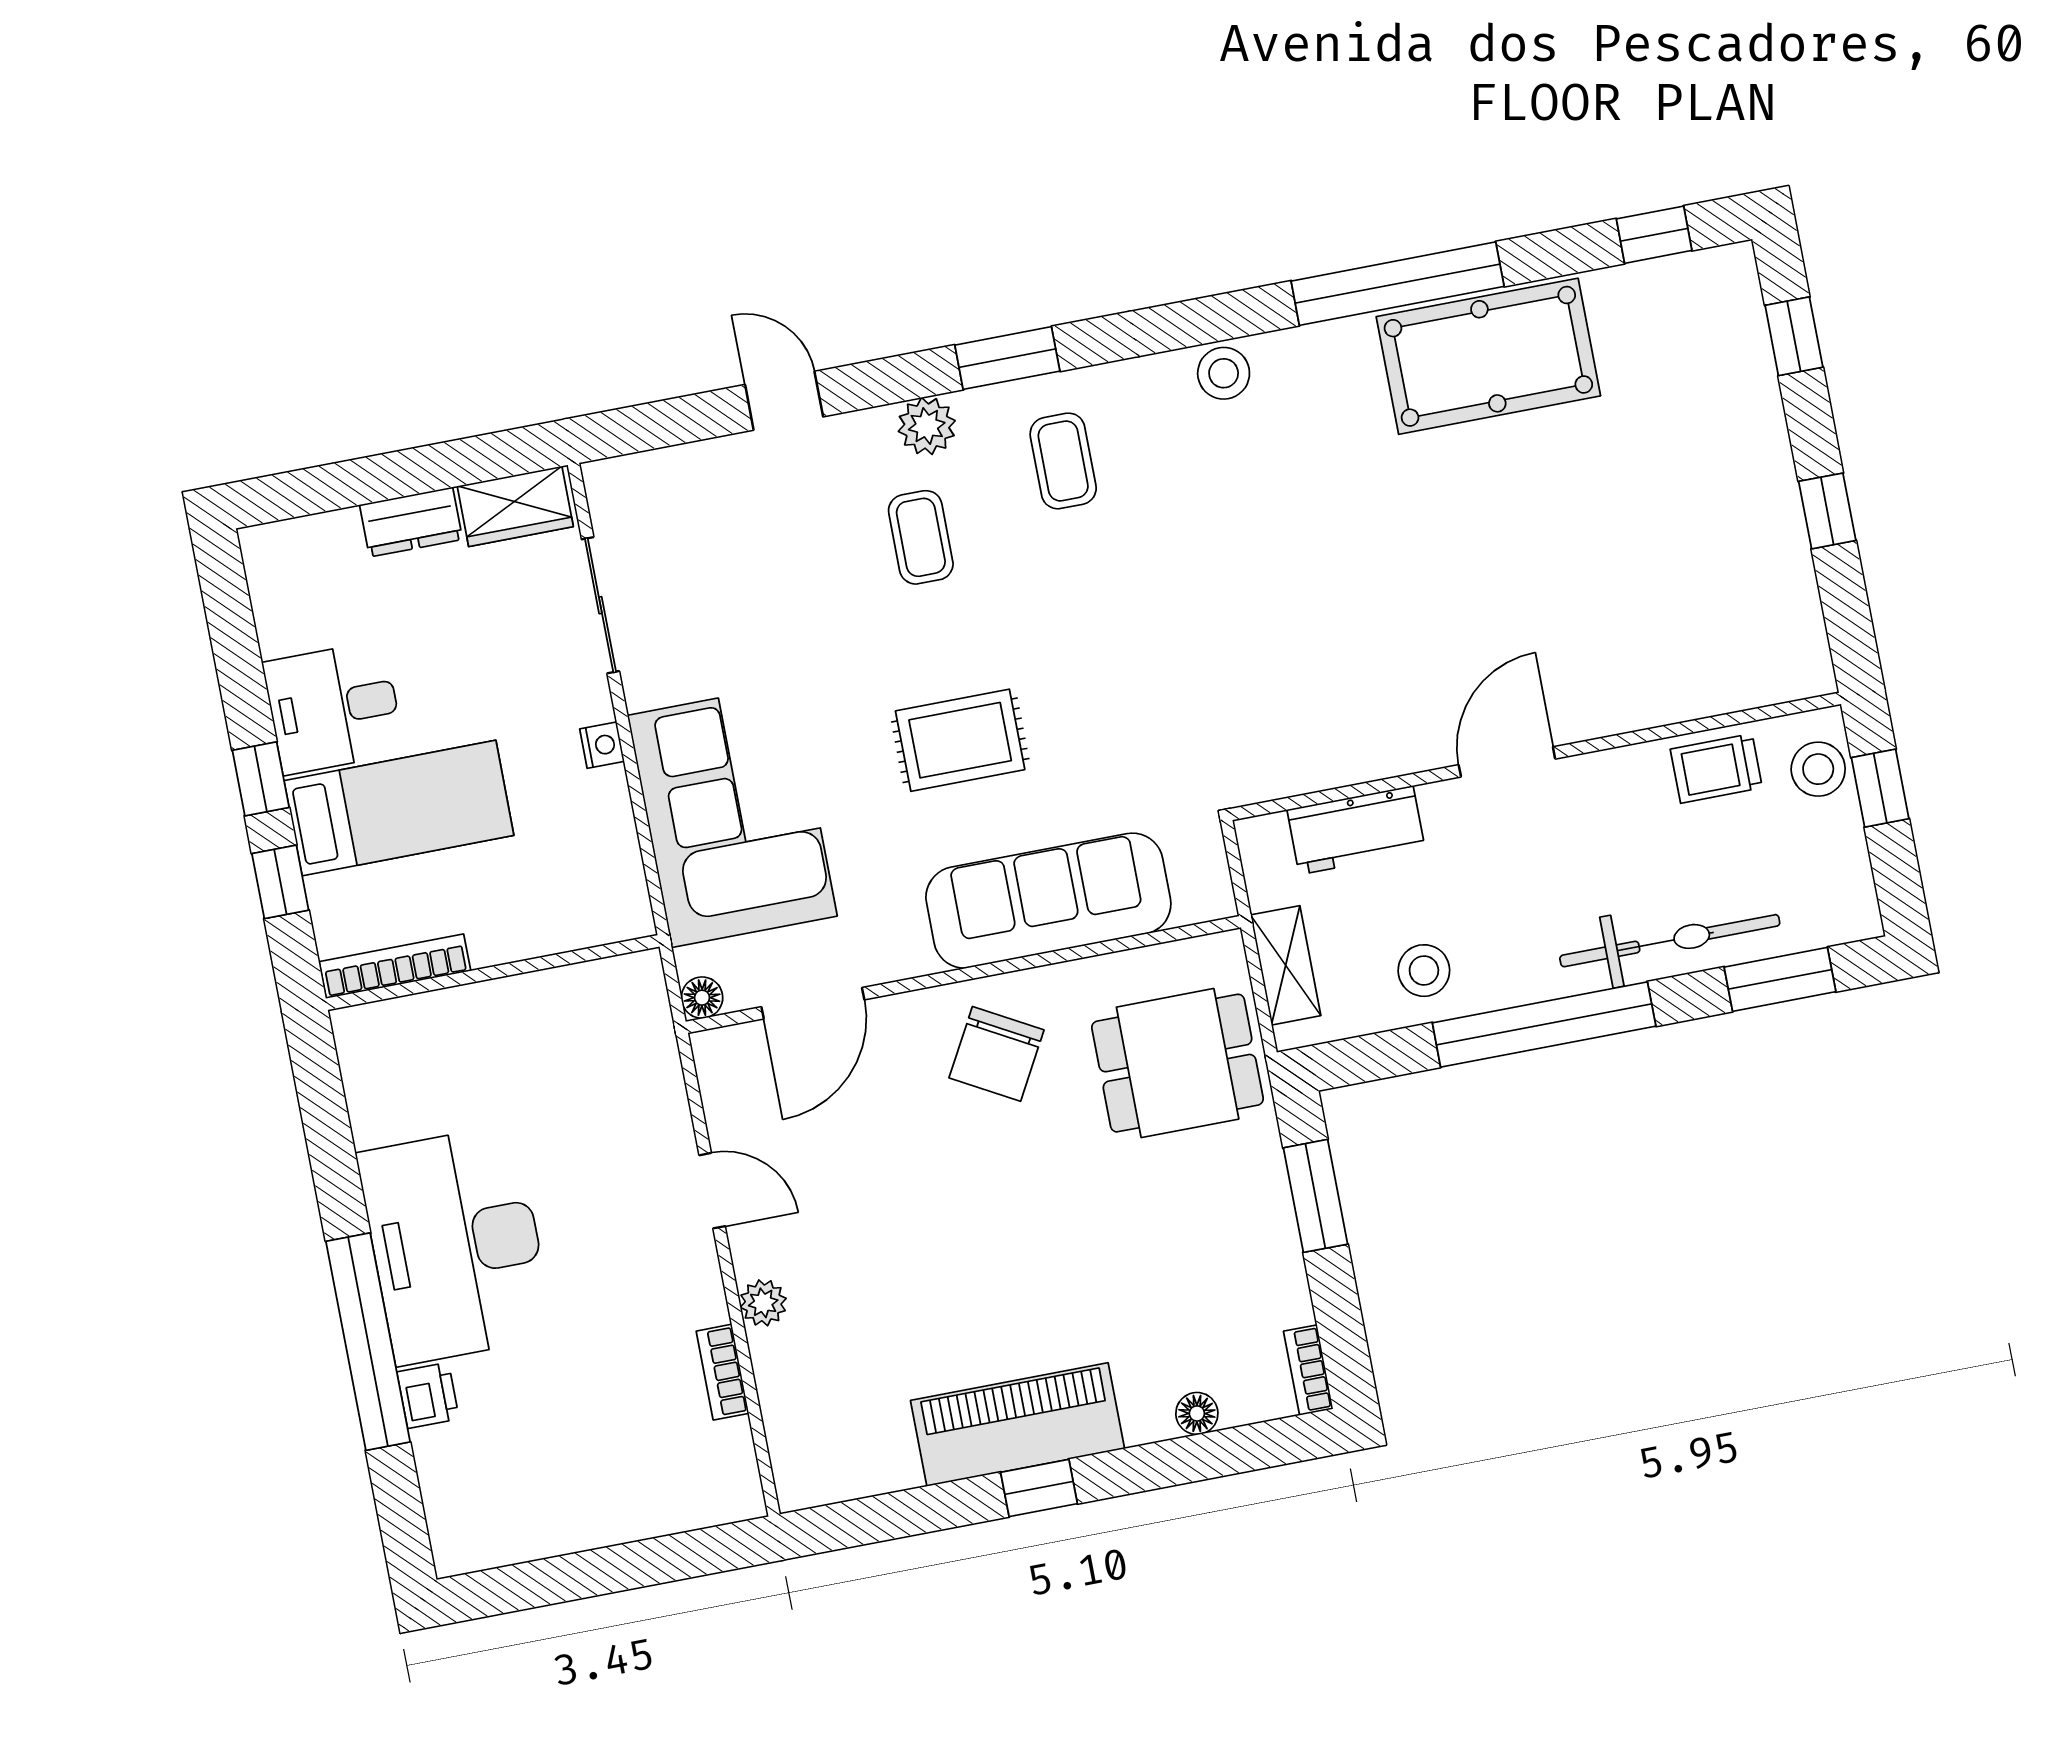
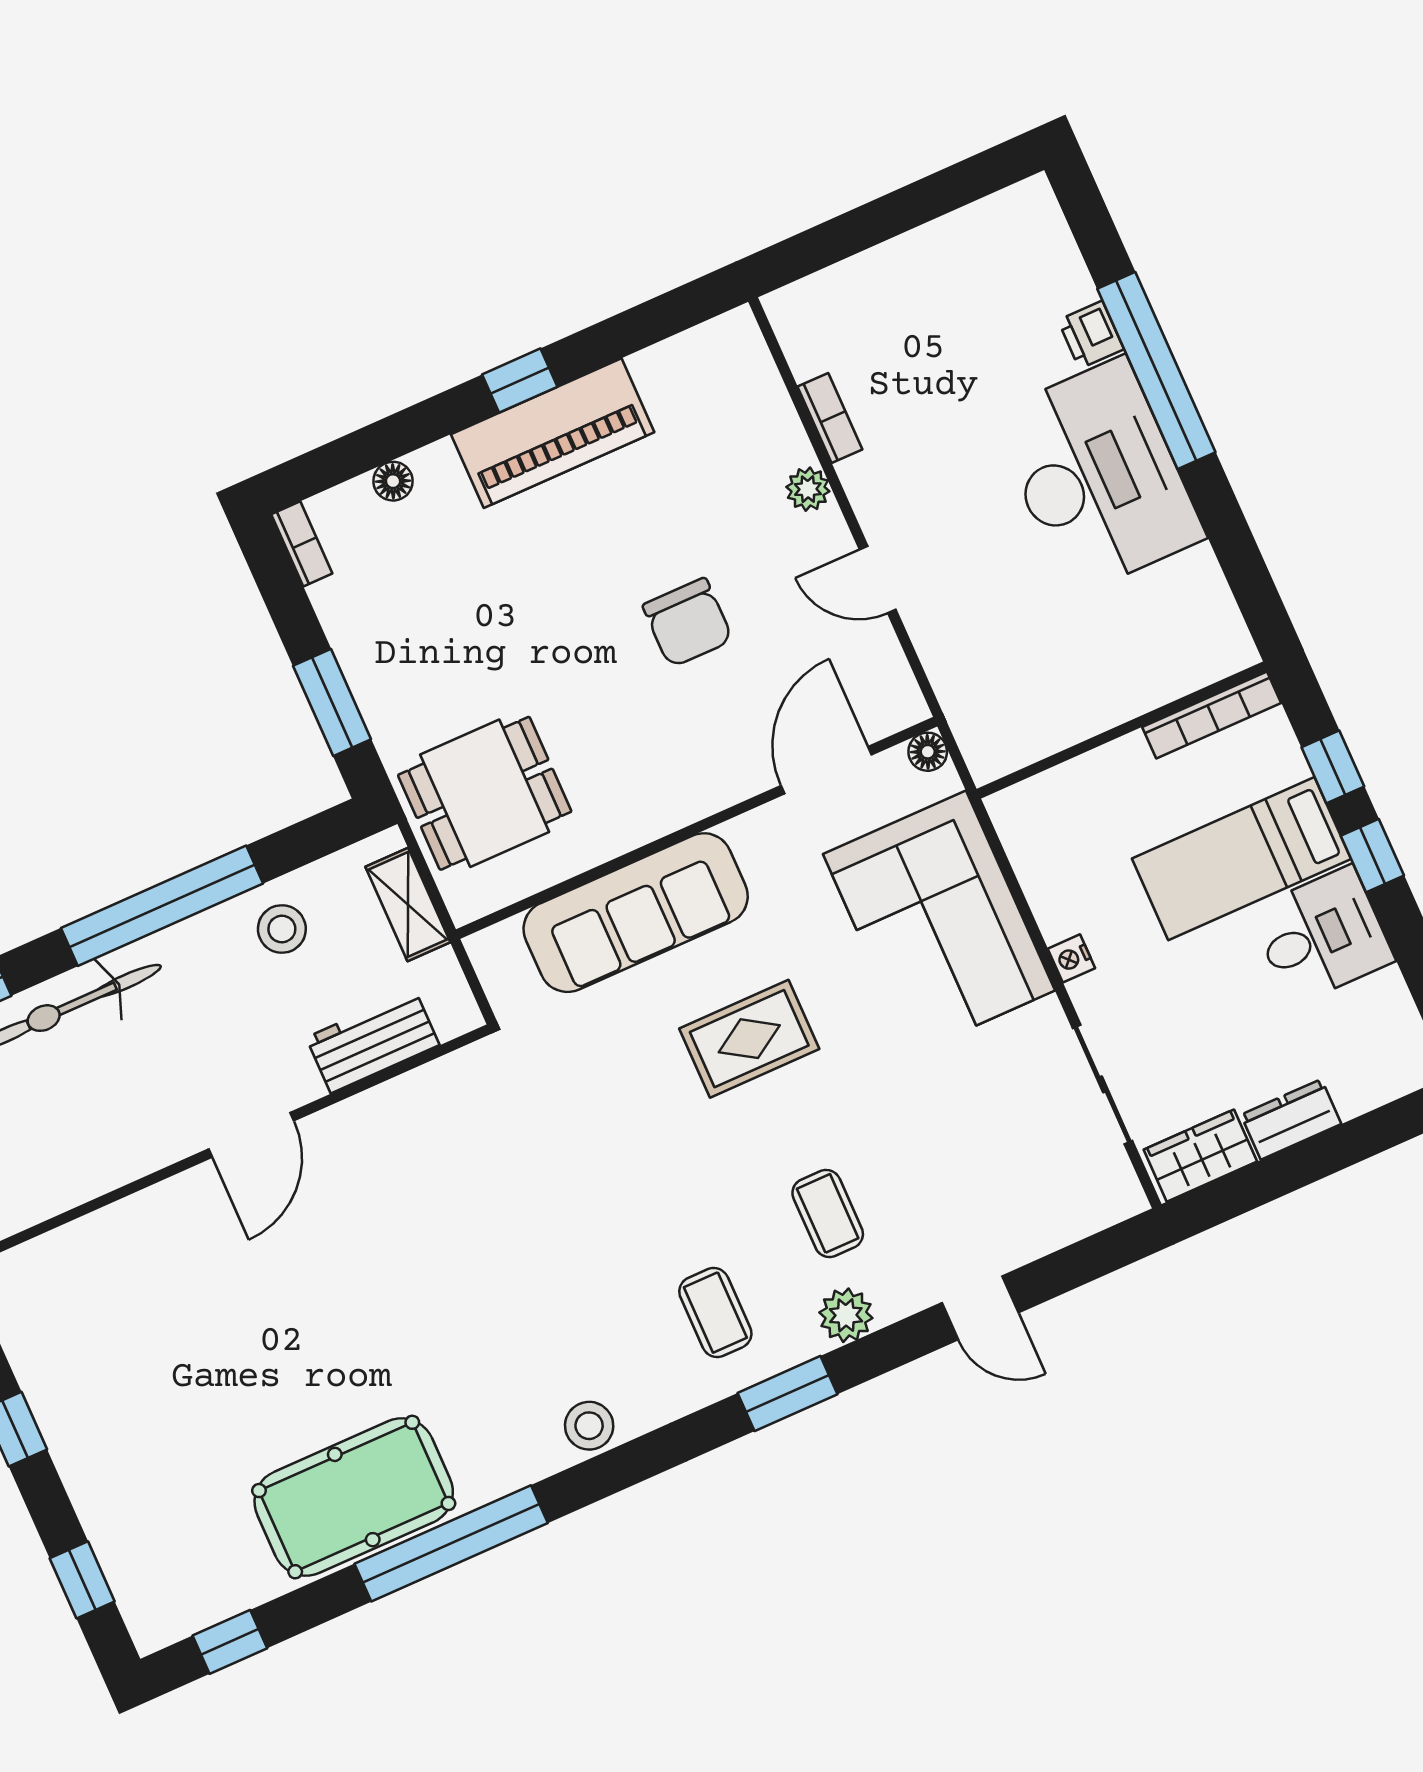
trolley: (1716, 768) -> (61, 1173), removed
chair: (996, 1054) -> (688, 623), moved, turned 151

